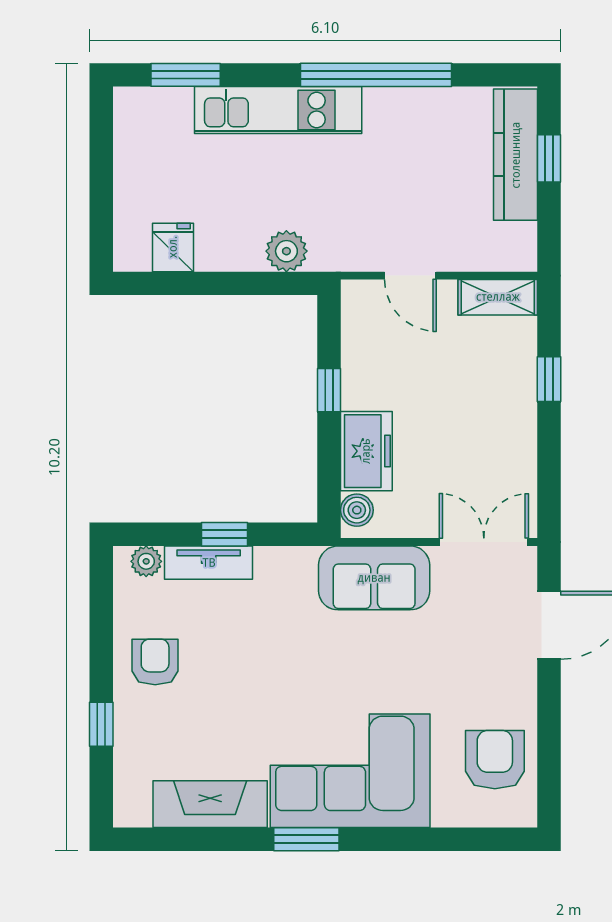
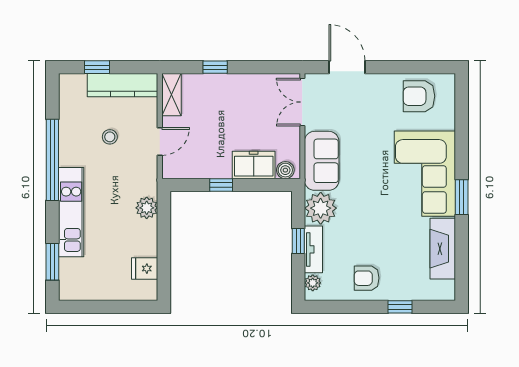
kitchen counter: (516, 155) -> (123, 85), moved
stool: (419, 182) -> (110, 137), added
plant: (286, 576) -> (321, 208), added

